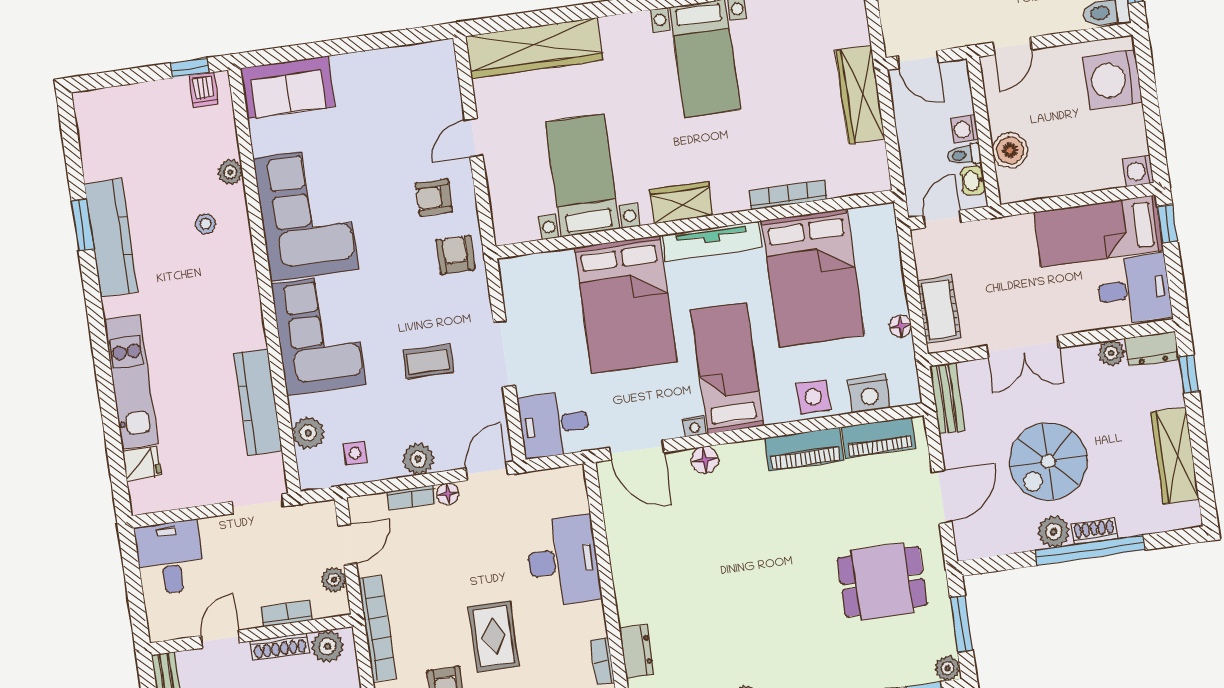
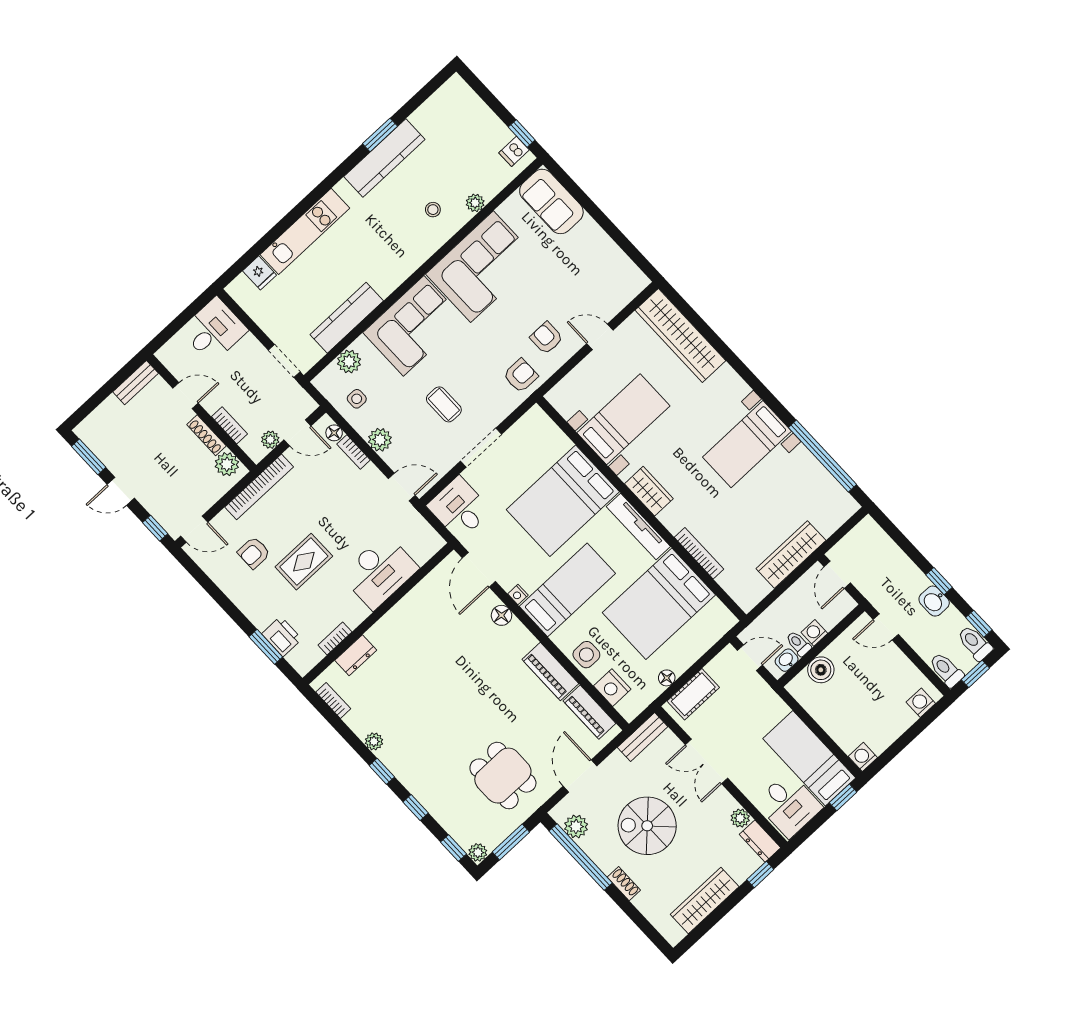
washing machine: (1112, 80) -> (921, 703), width x0.53, depth x0.53
floor lamp: (448, 494) -> (334, 433), moved
door: (942, 497) -> (580, 776), swing flipped
plant: (1054, 532) -> (576, 826), moved
window: (1090, 550) -> (581, 857), moved

